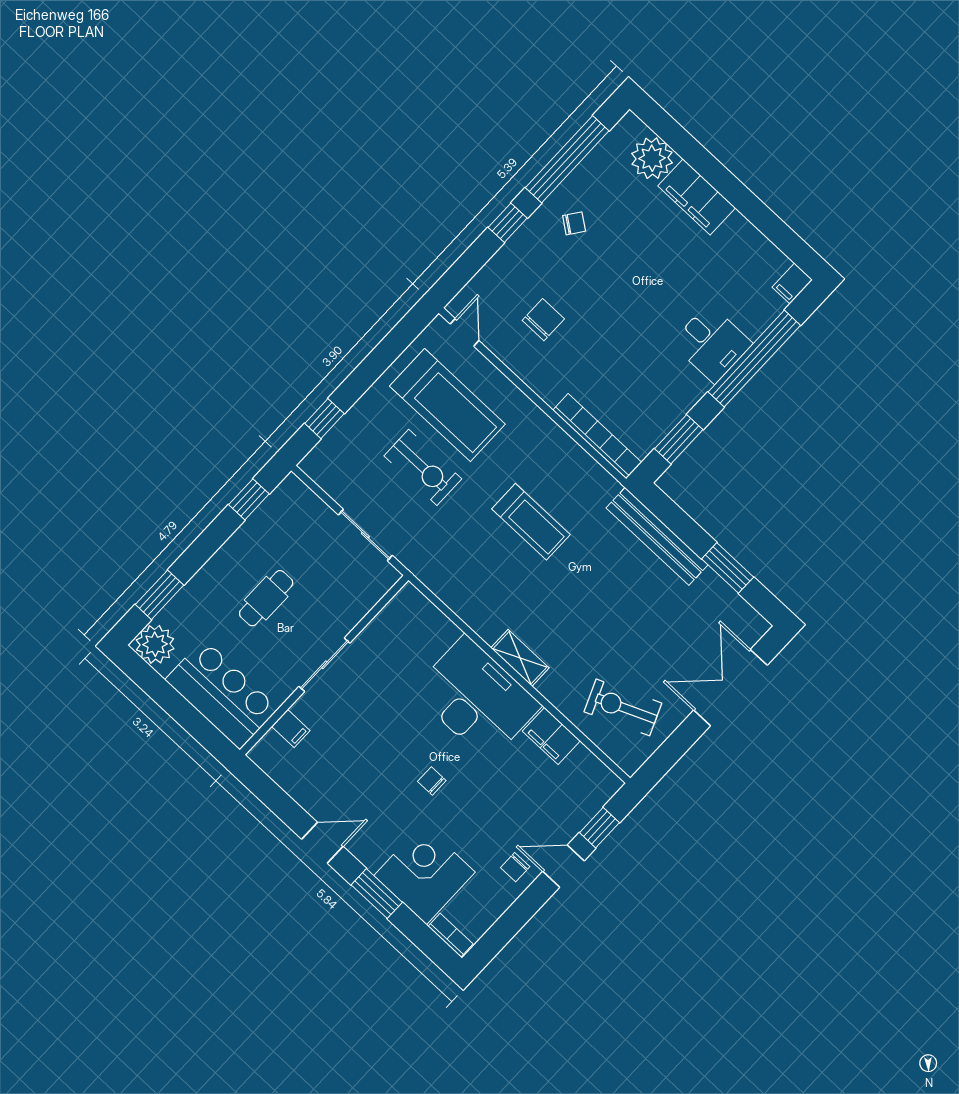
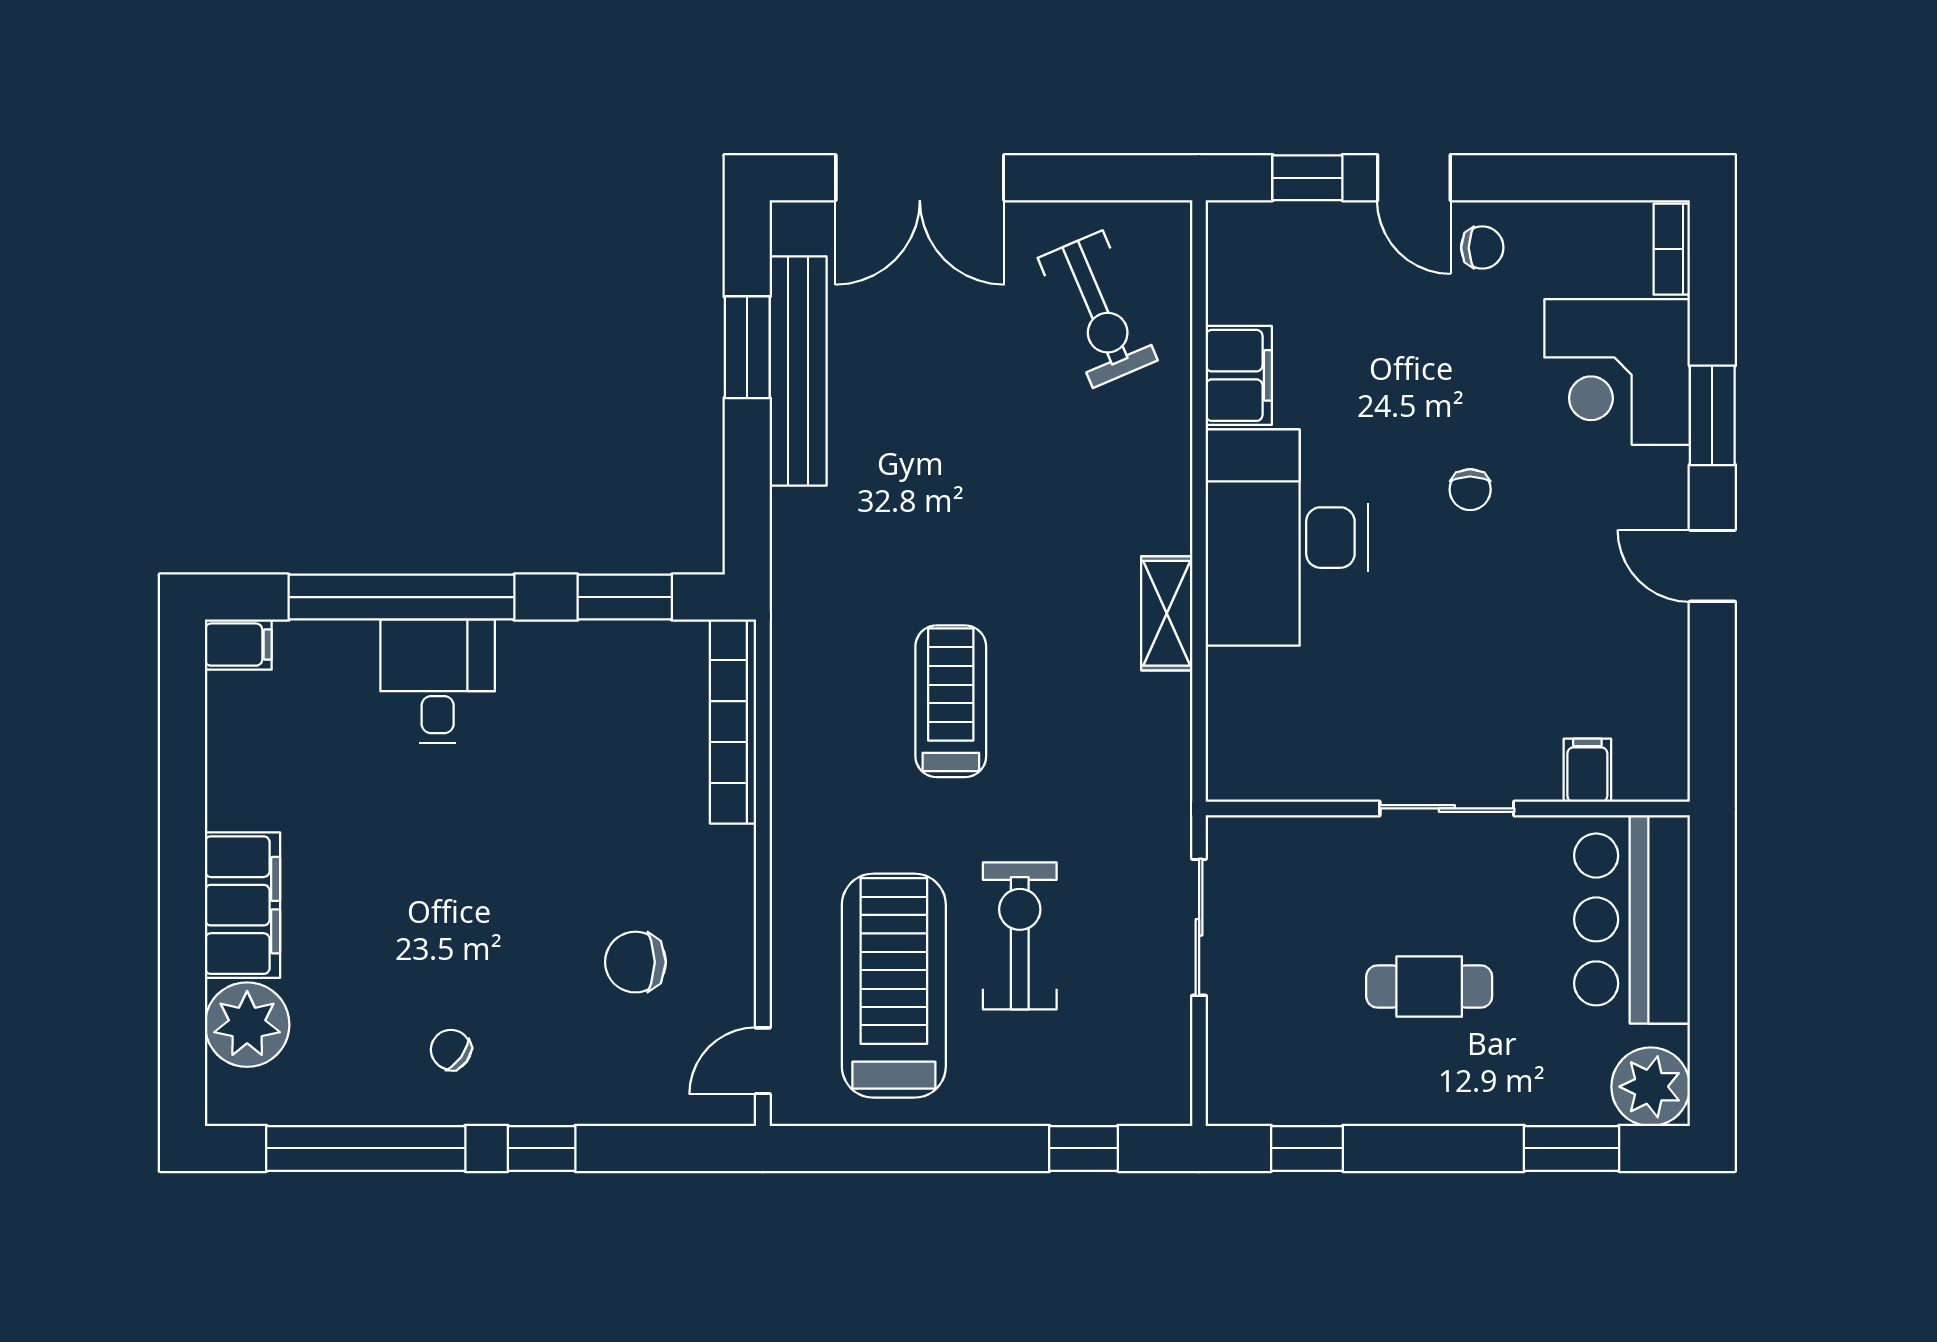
bench: (657, 536) -> (798, 371), moved
shelving: (520, 658) -> (1167, 613), moved

